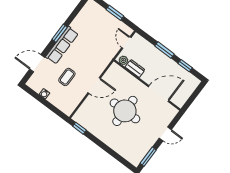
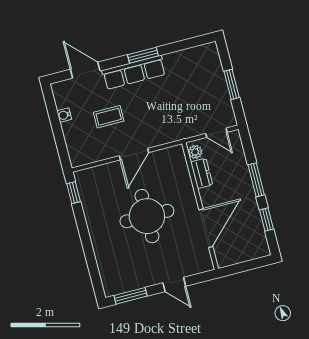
door: (126, 43) -> (216, 133), swing flipped
door: (94, 85) -> (134, 154), hinge flipped
door: (159, 94) -> (206, 228), hinge flipped

